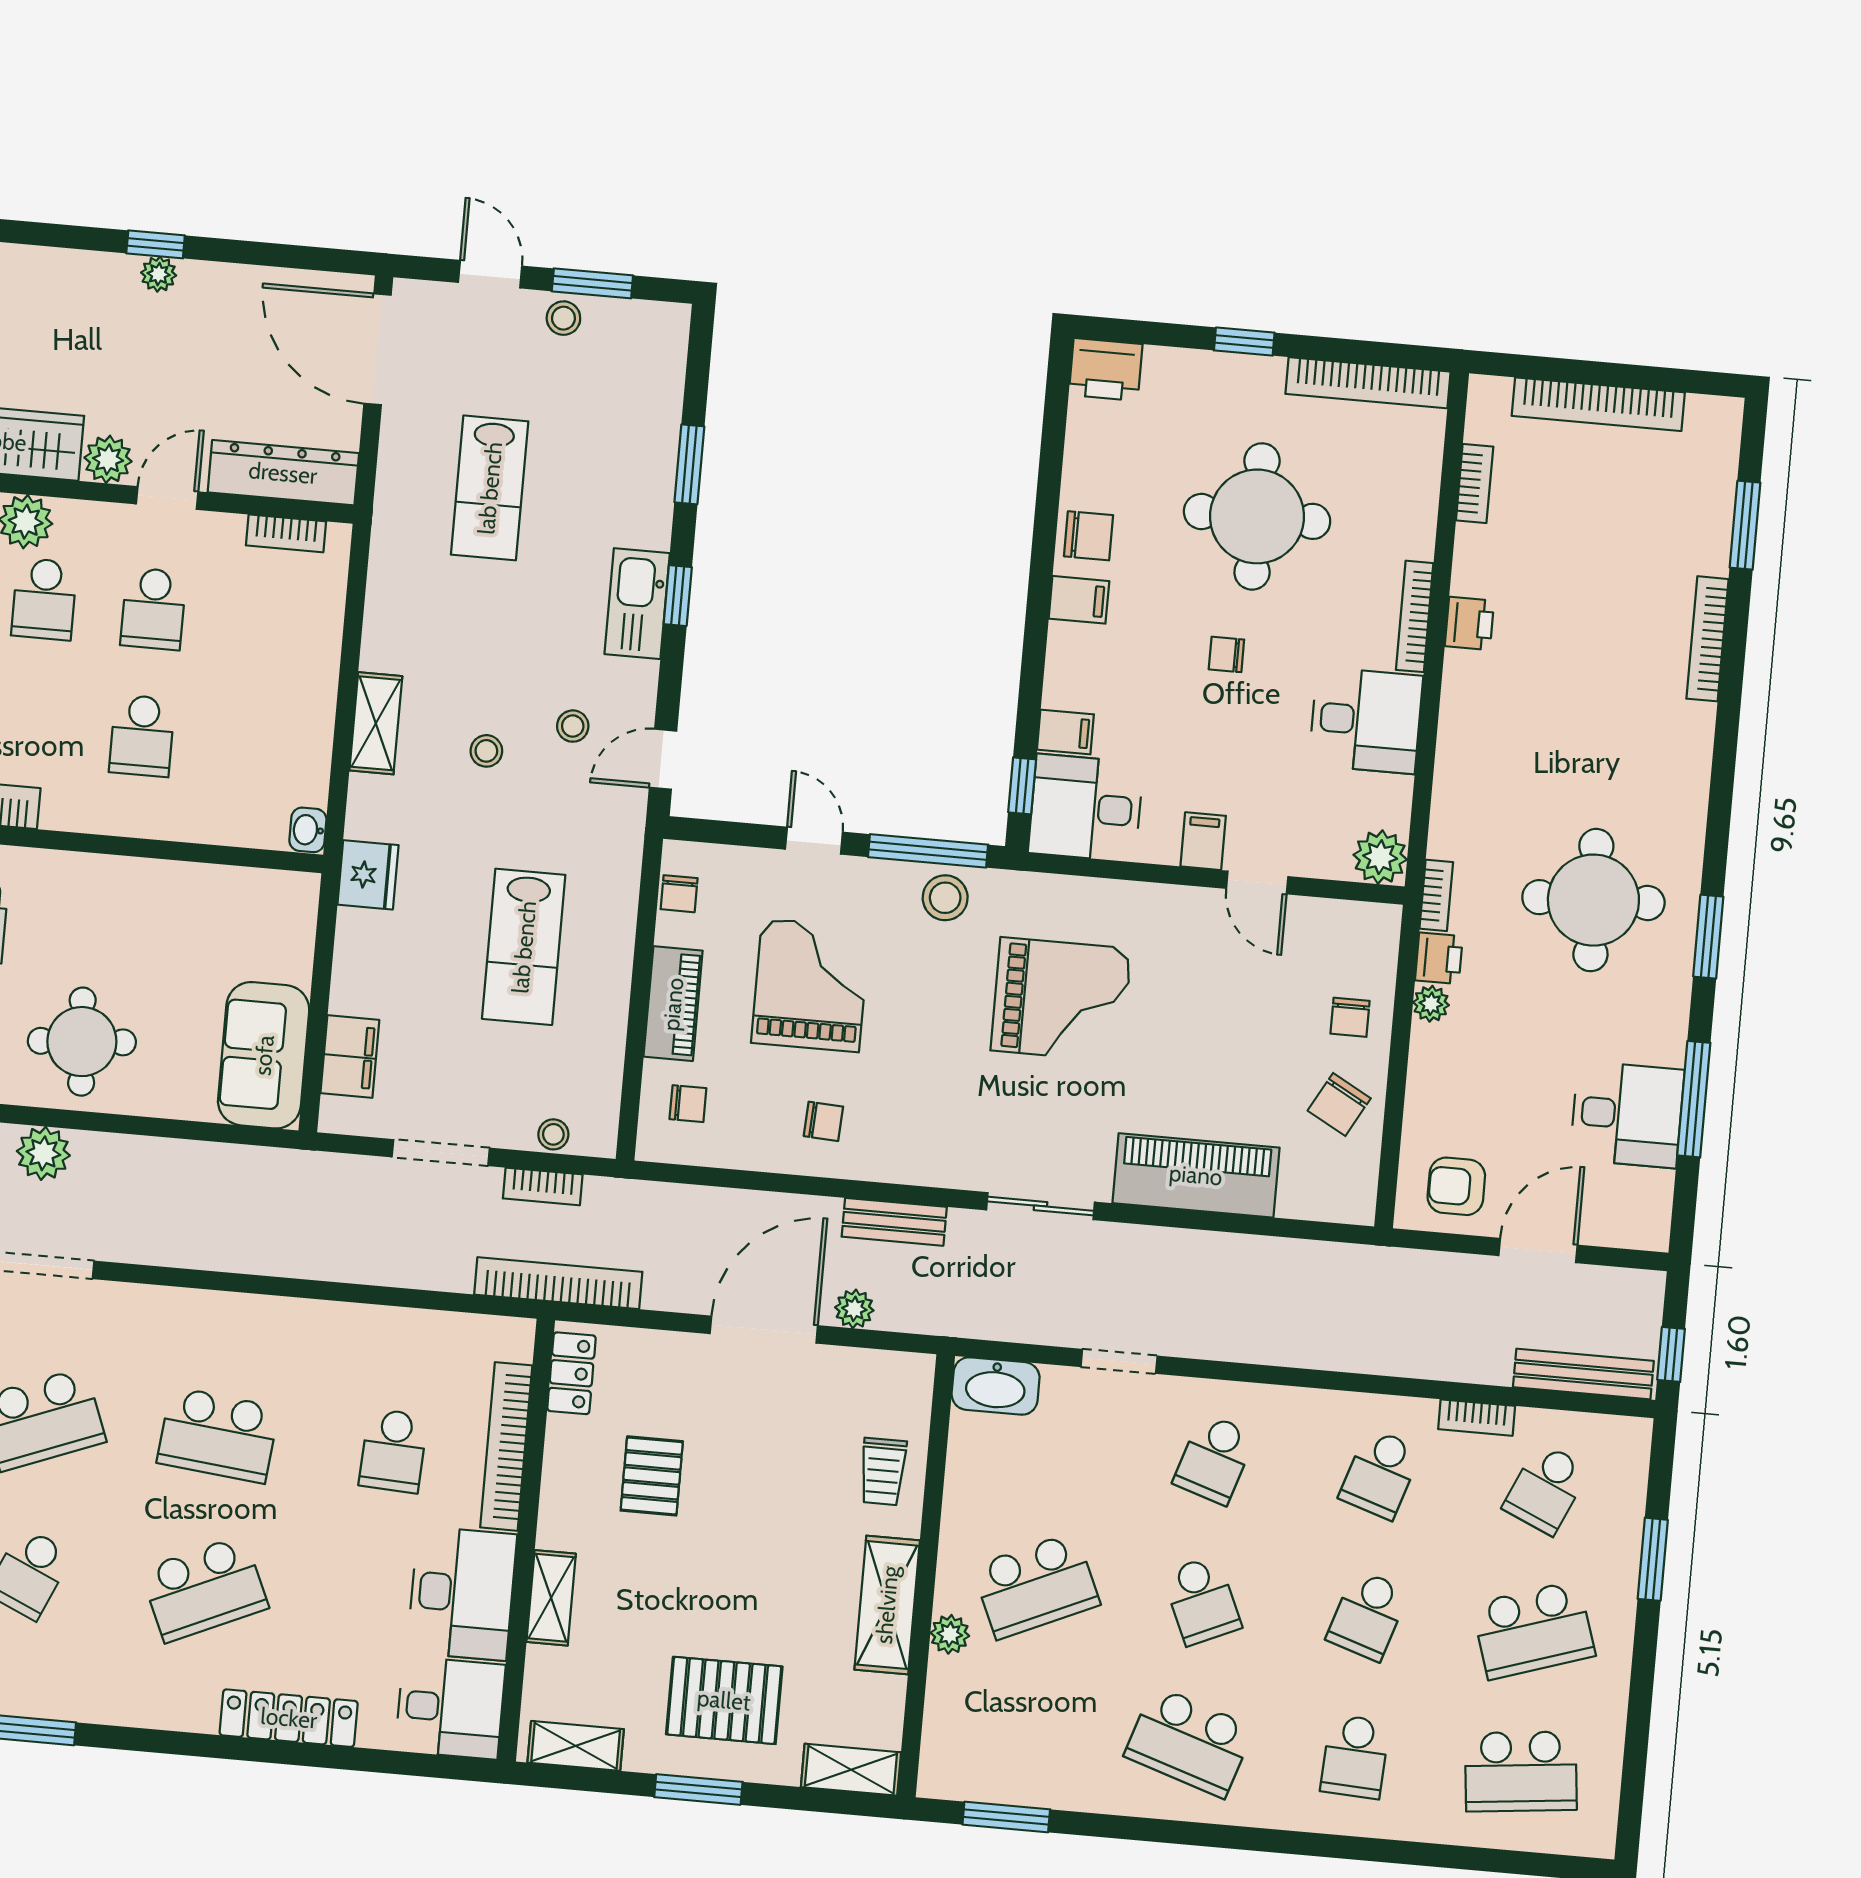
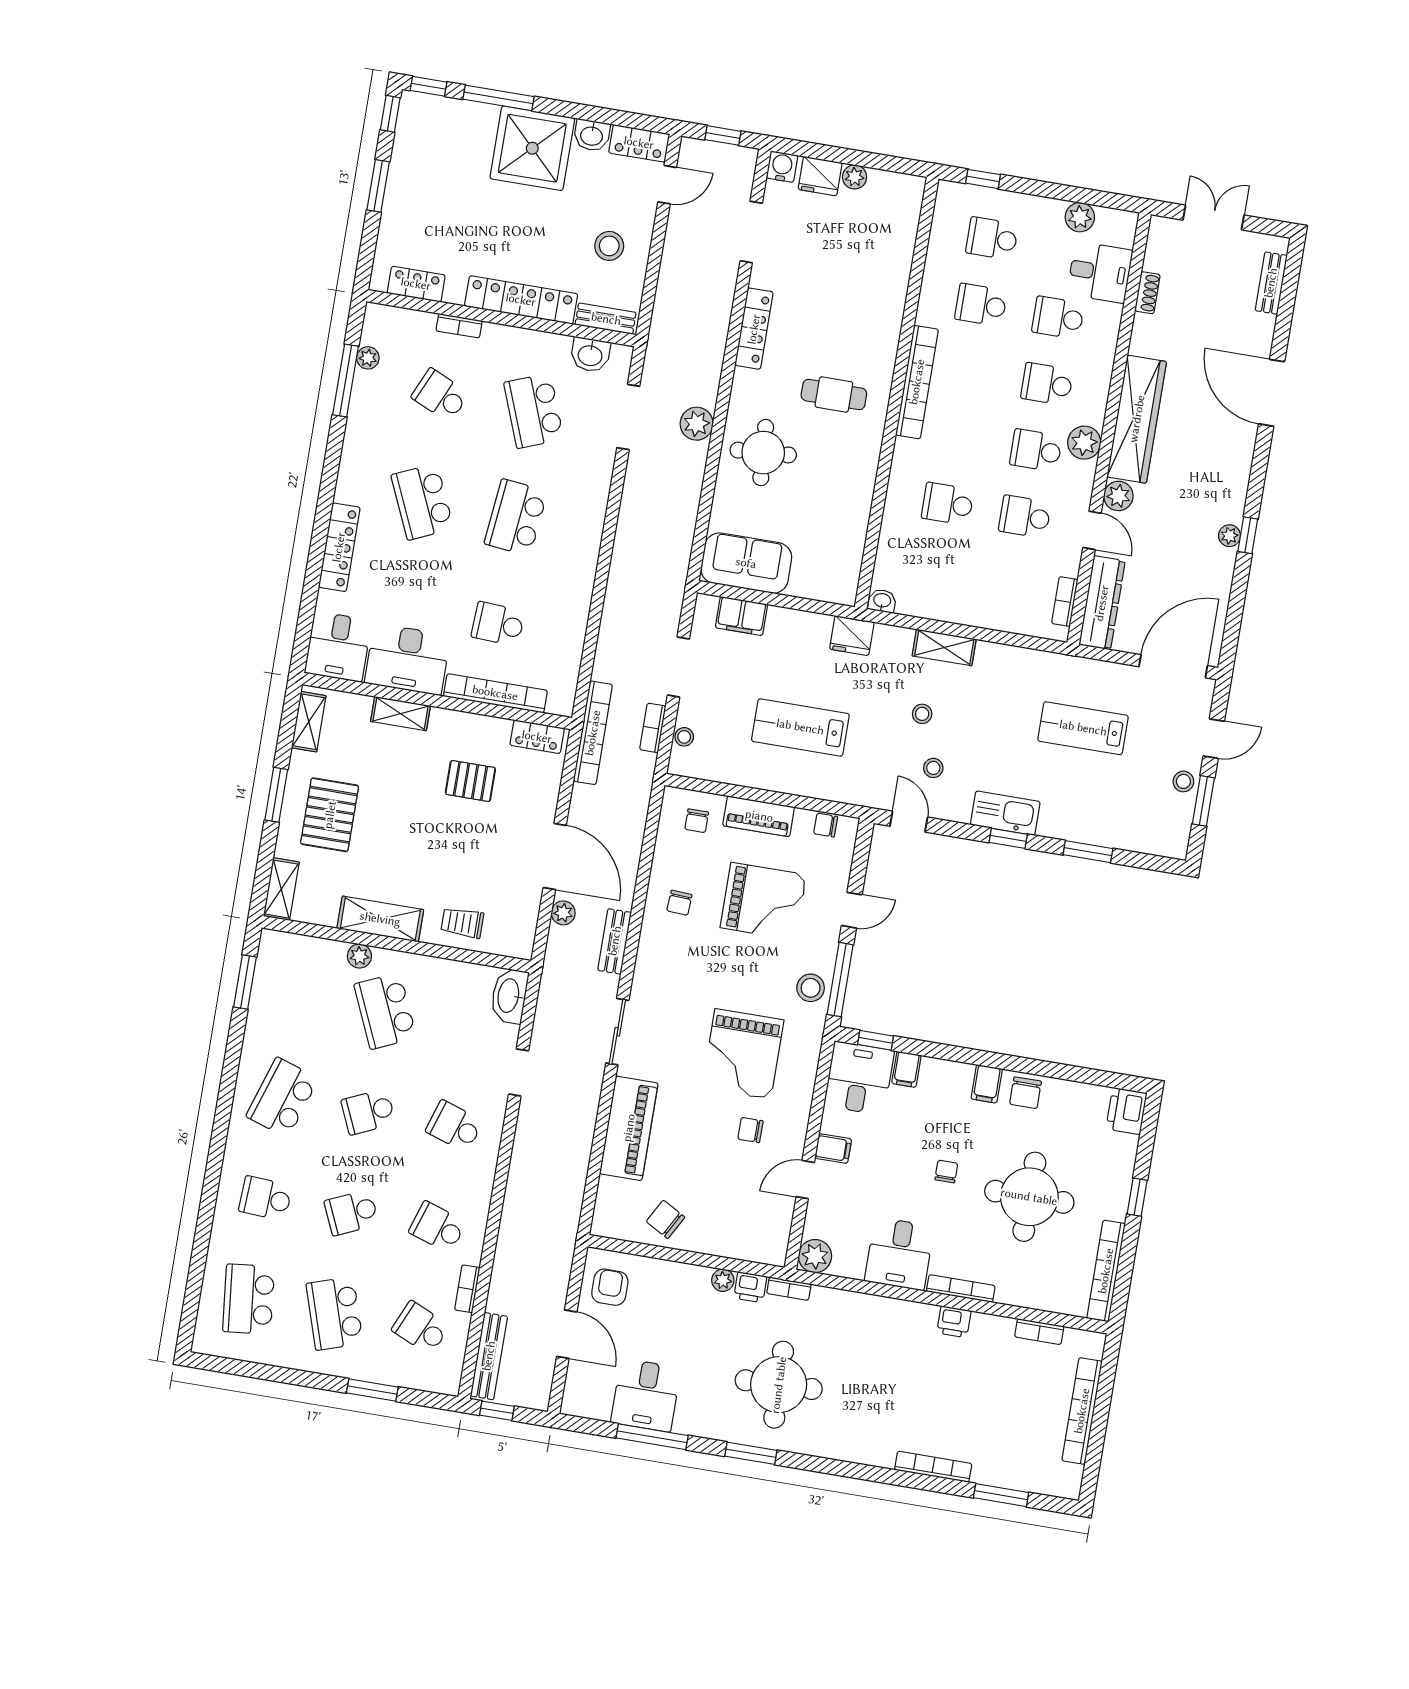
chair: (1350, 1017) -> (750, 1130), moved
school desk: (1368, 1615) -> (351, 1213), turned -42

